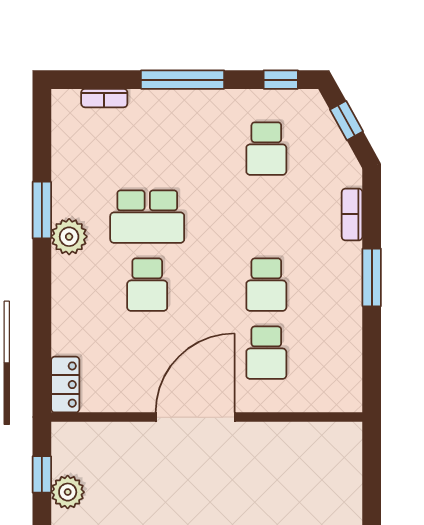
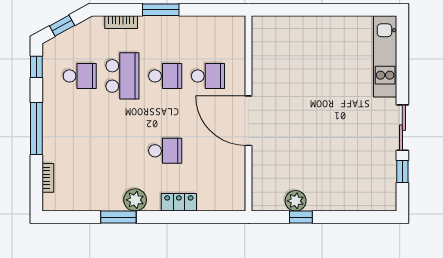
school desk: (147, 217) -> (122, 76), moved
locker: (65, 385) -> (179, 202), moved
window: (42, 474) -> (301, 217), moved

